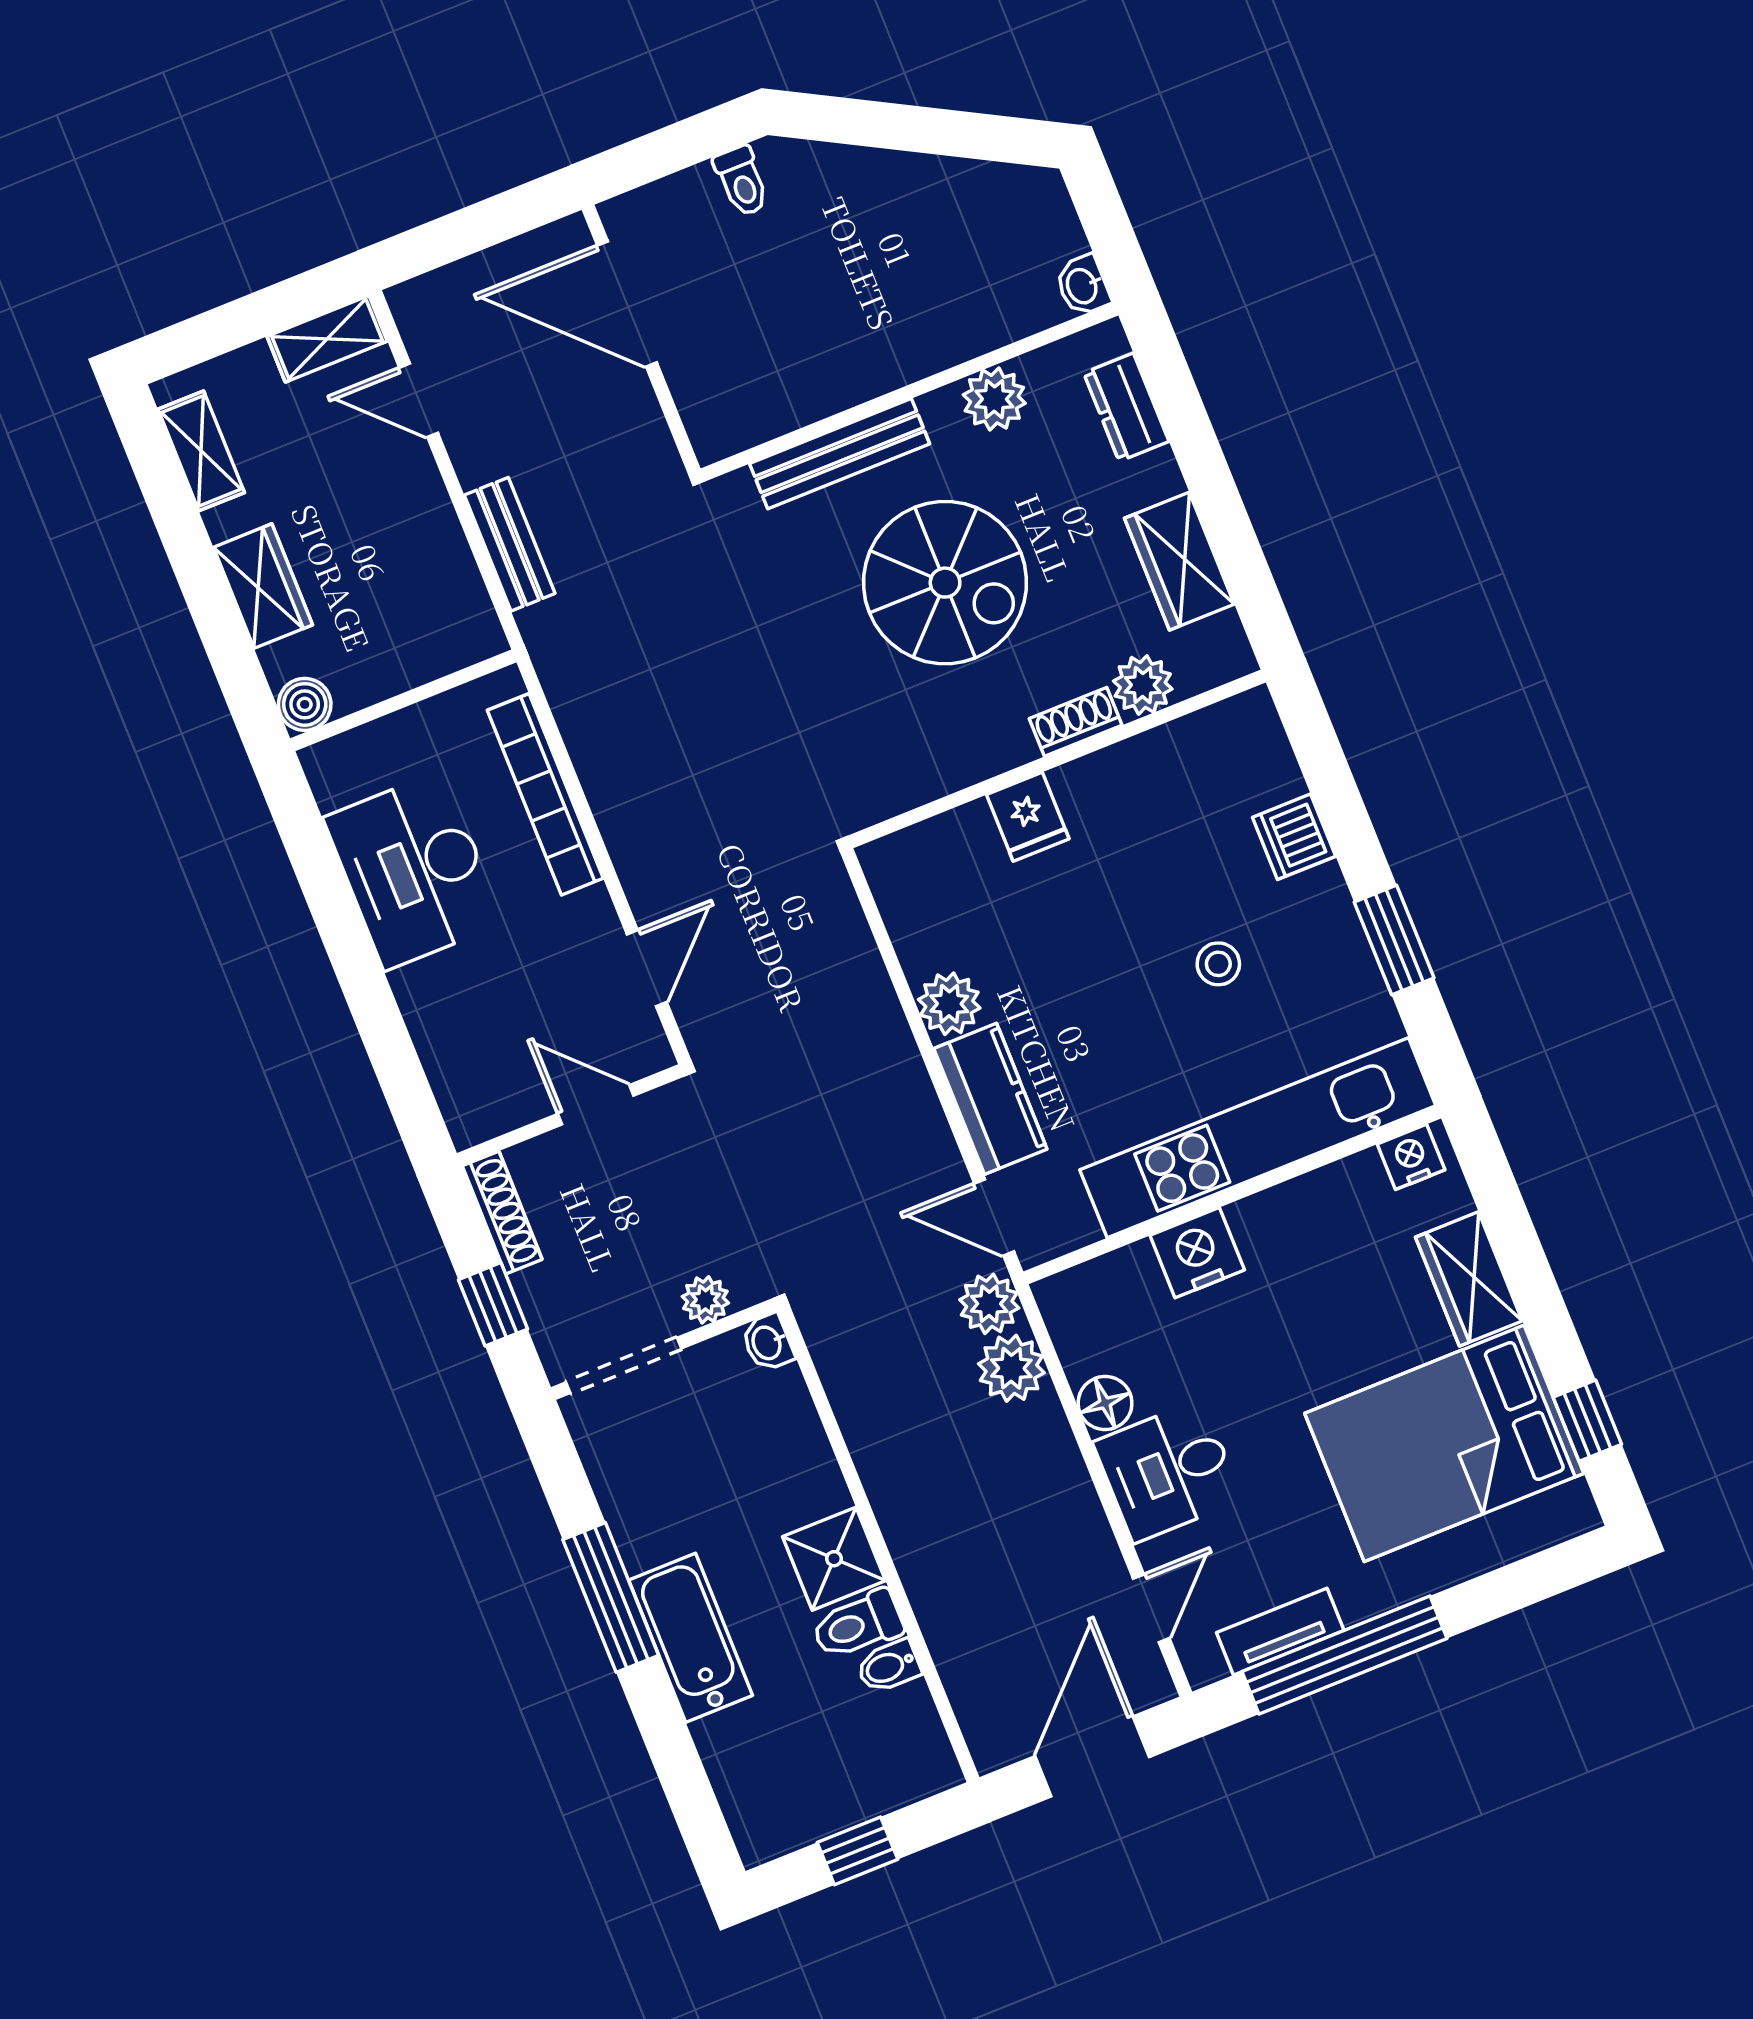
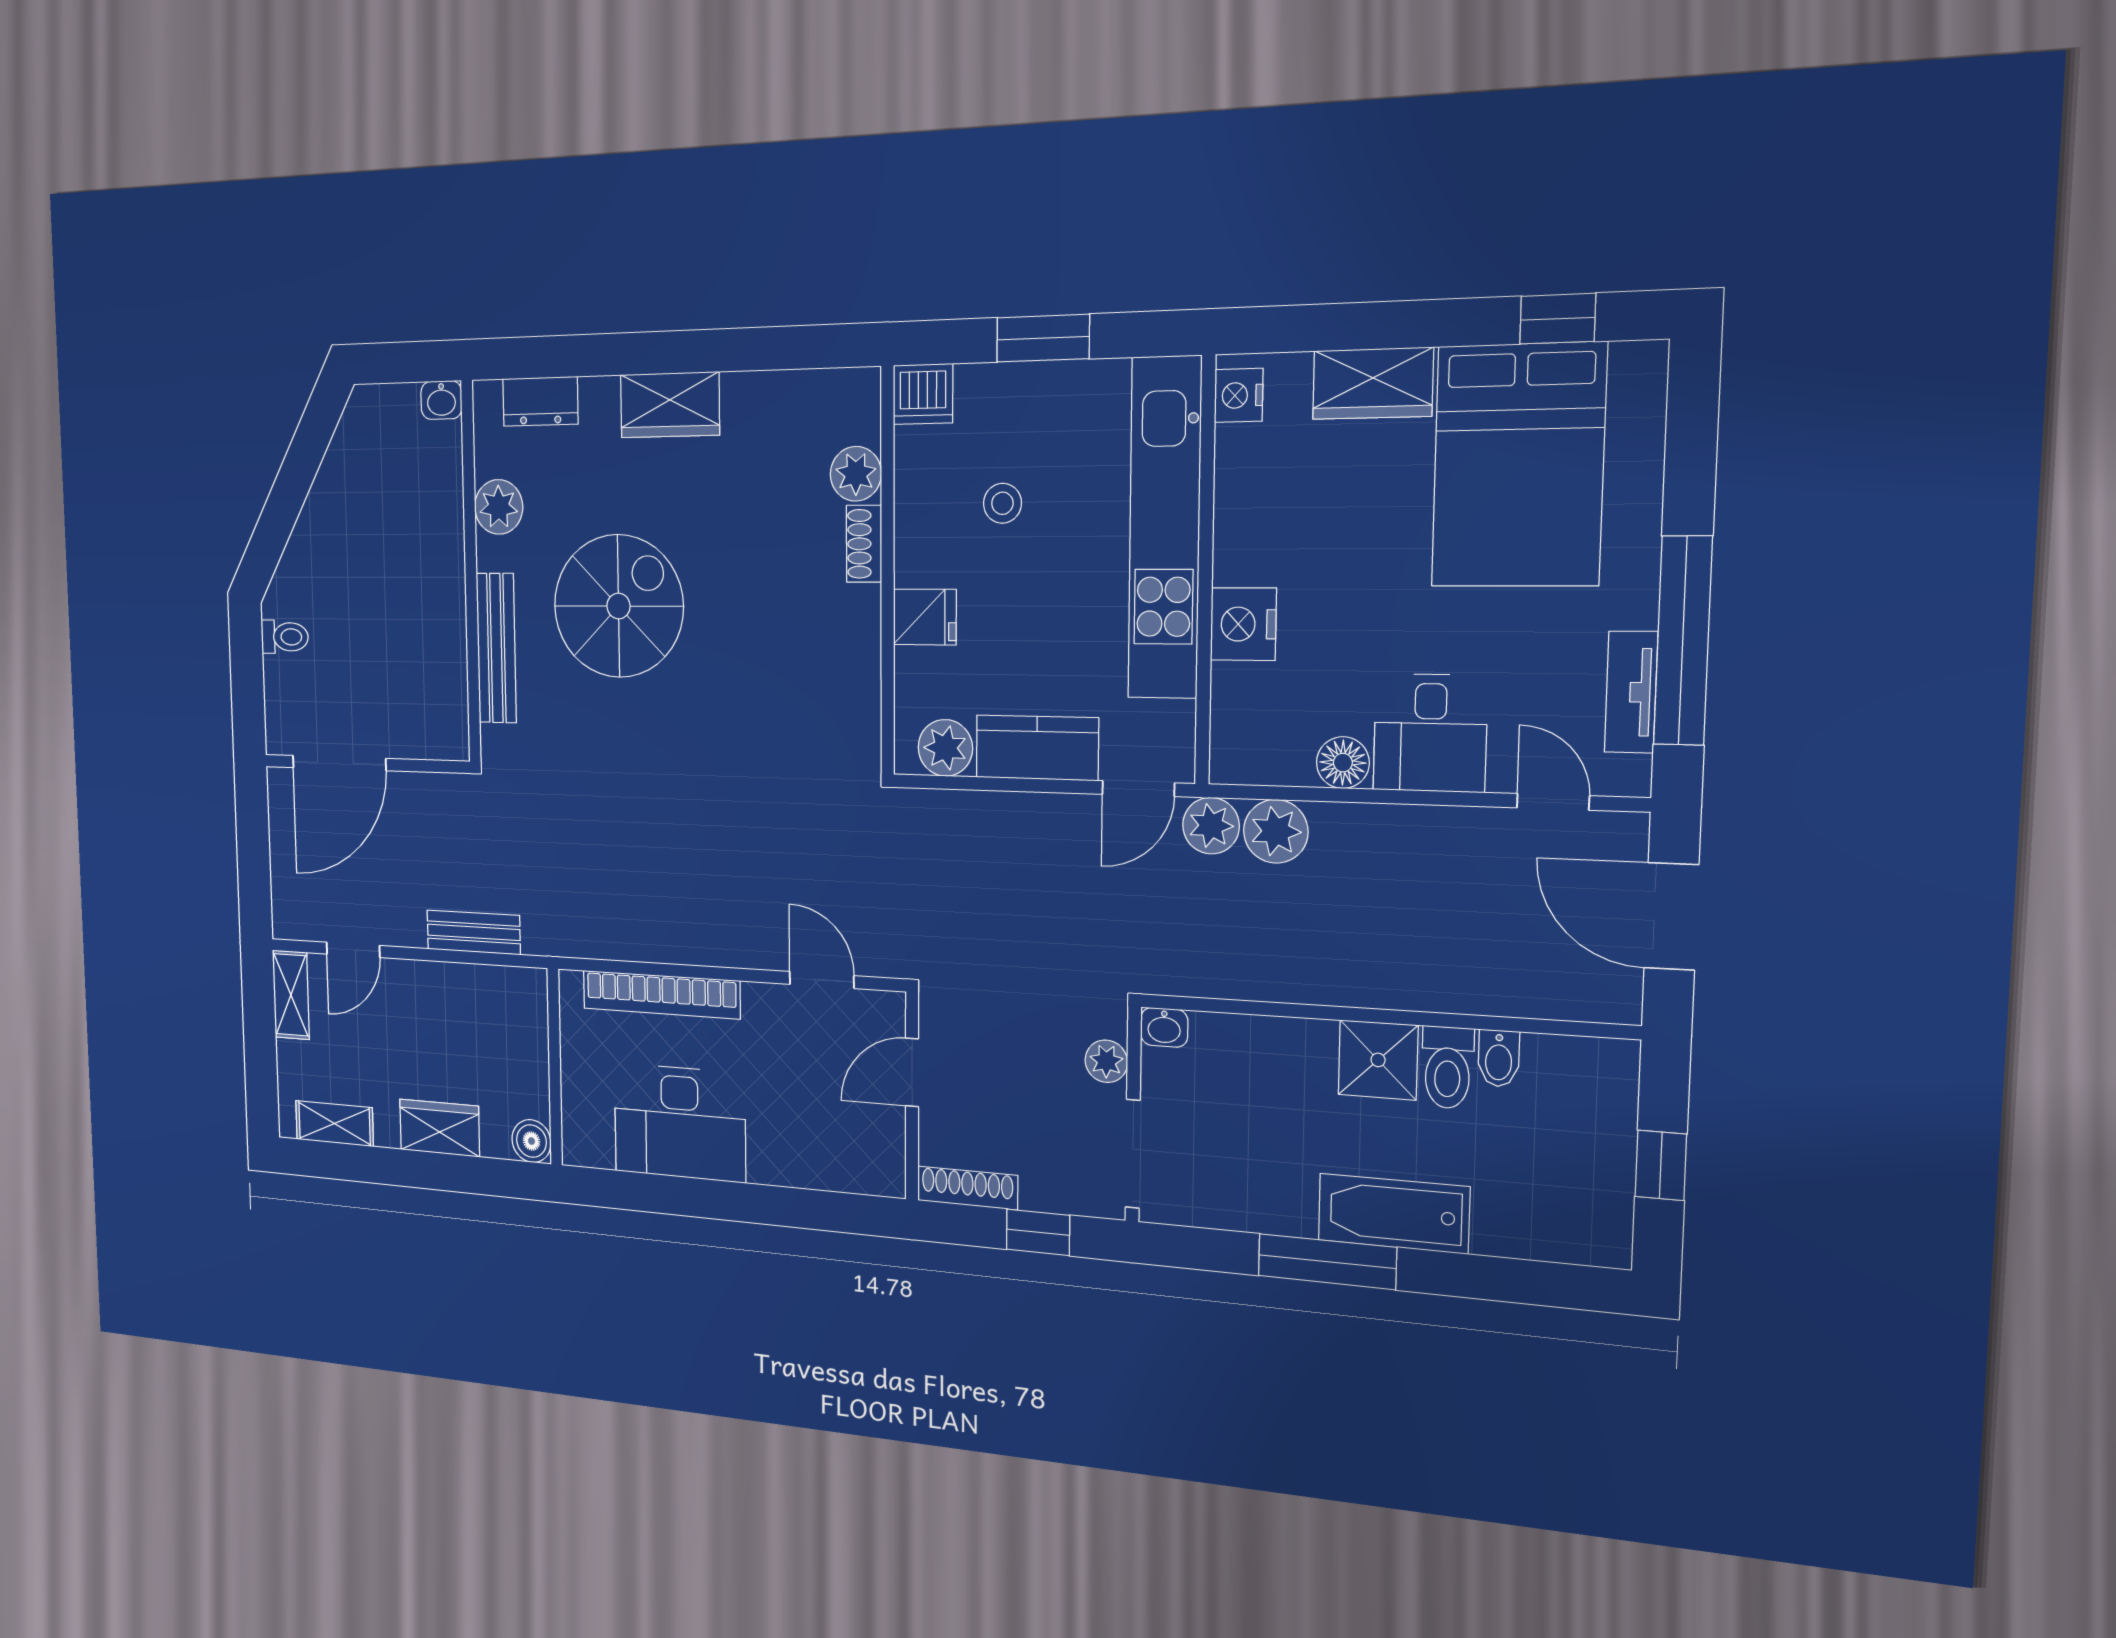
plant: (1143, 685) -> (856, 474), moved
shoe rack: (1076, 722) -> (864, 544), moved
wall: (1057, 759) -> (888, 572), moved
fridge: (1028, 817) -> (925, 617), moved

